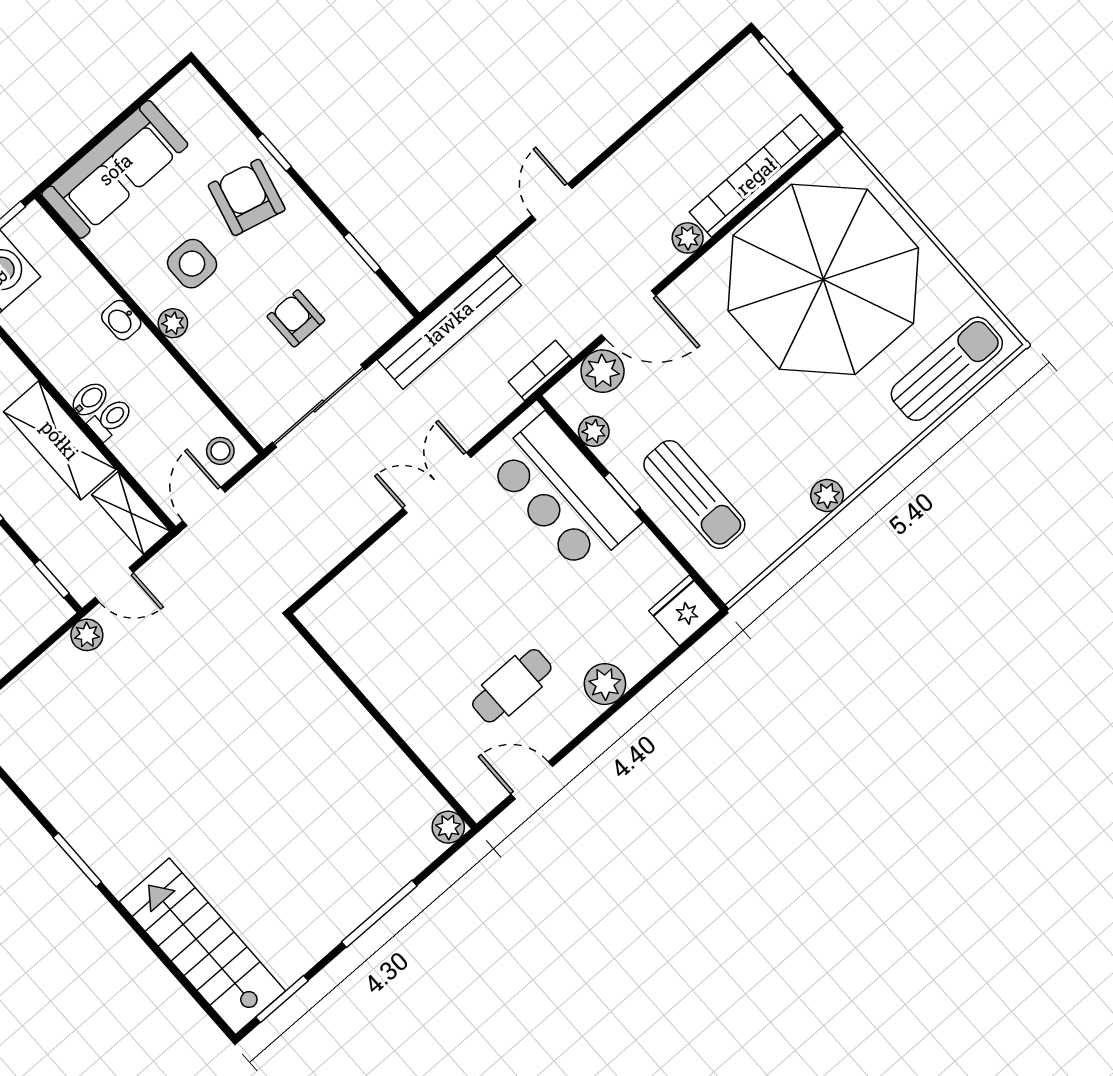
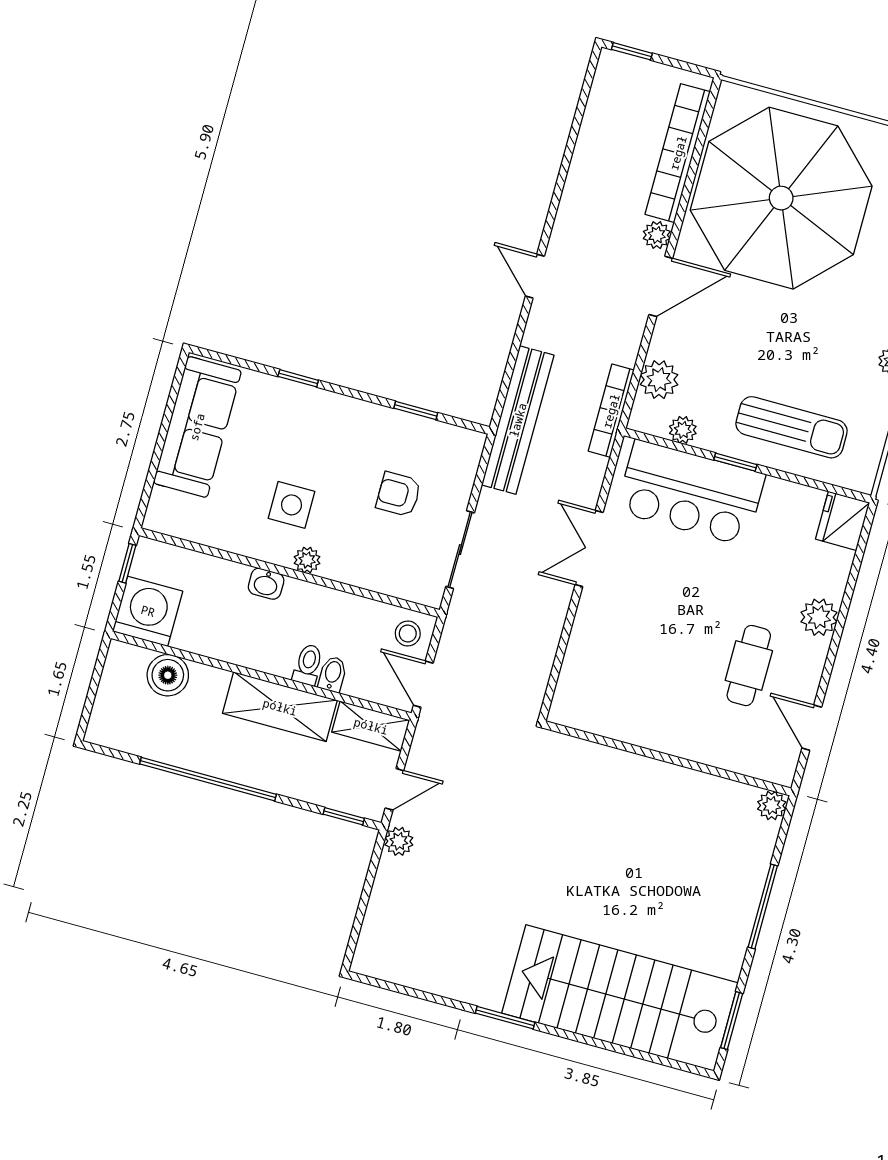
sofa: (115, 169) -> (197, 427), moved
armchair: (247, 197) -> (300, 427), removed
door: (629, 315) -> (661, 286), moved
bookcase: (540, 370) -> (611, 411), width x1.56
bidet: (90, 399) -> (333, 674), moved
sliding door: (319, 406) -> (460, 550), width x0.73
door: (532, 780) -> (812, 728), hinge flipped
stairs: (202, 946) -> (620, 998), width x1.36, depth x1.51

